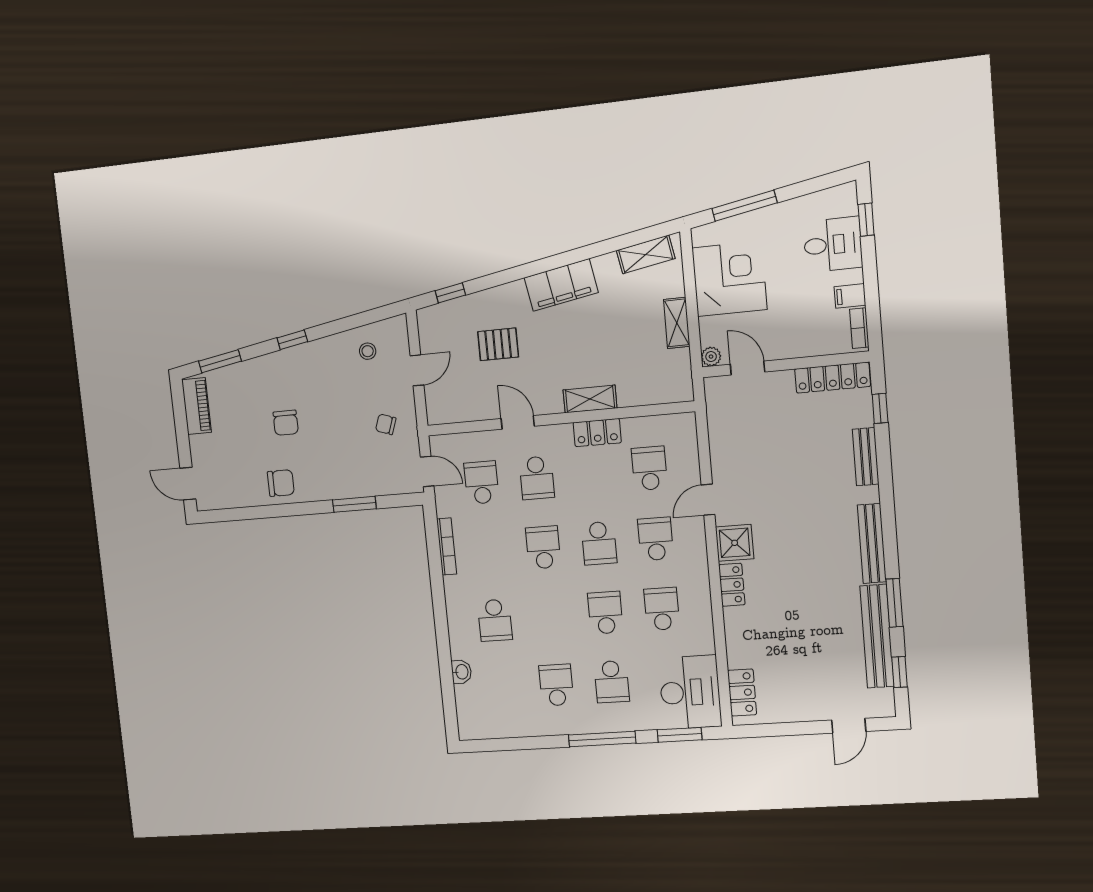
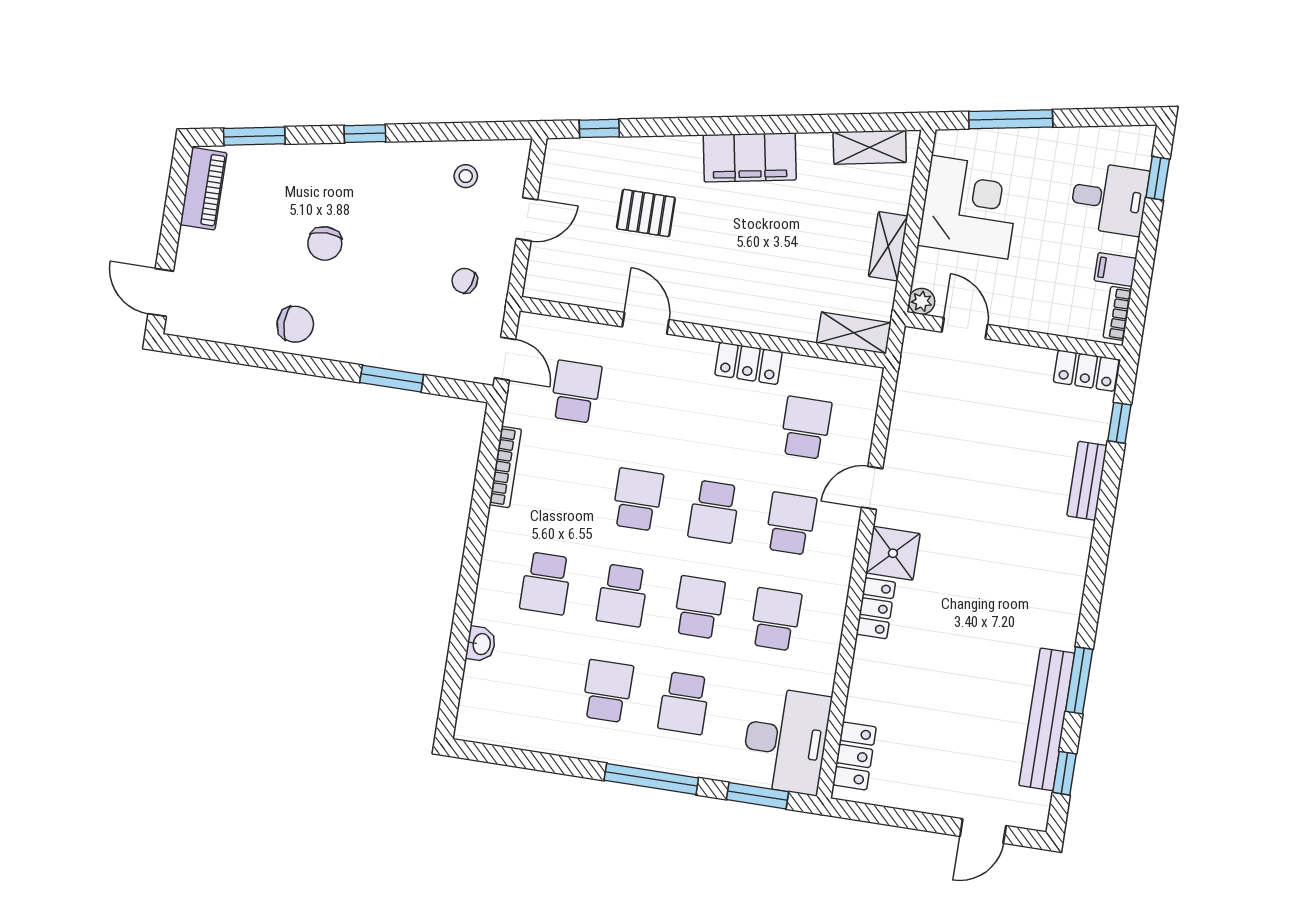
locker: (833, 378) -> (1086, 371), width x0.66
shelving: (590, 399) -> (854, 333), moved
school desk: (537, 478) -> (622, 595), moved
bench: (872, 543) -> (1069, 596), removed

